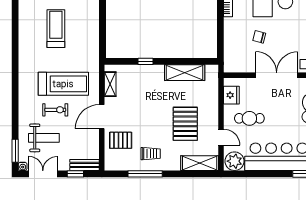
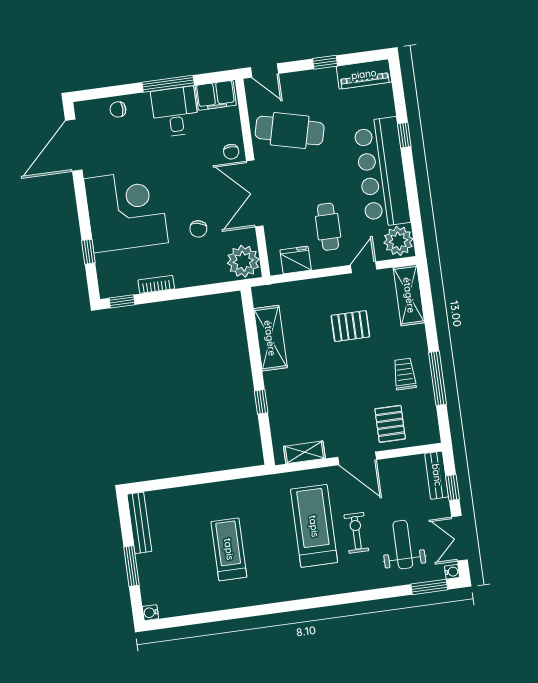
treadmill: (56, 29) -> (229, 549), turned 90
plant: (235, 62) -> (243, 261), added
pallet: (185, 124) -> (350, 326), width x0.67, depth x0.71

